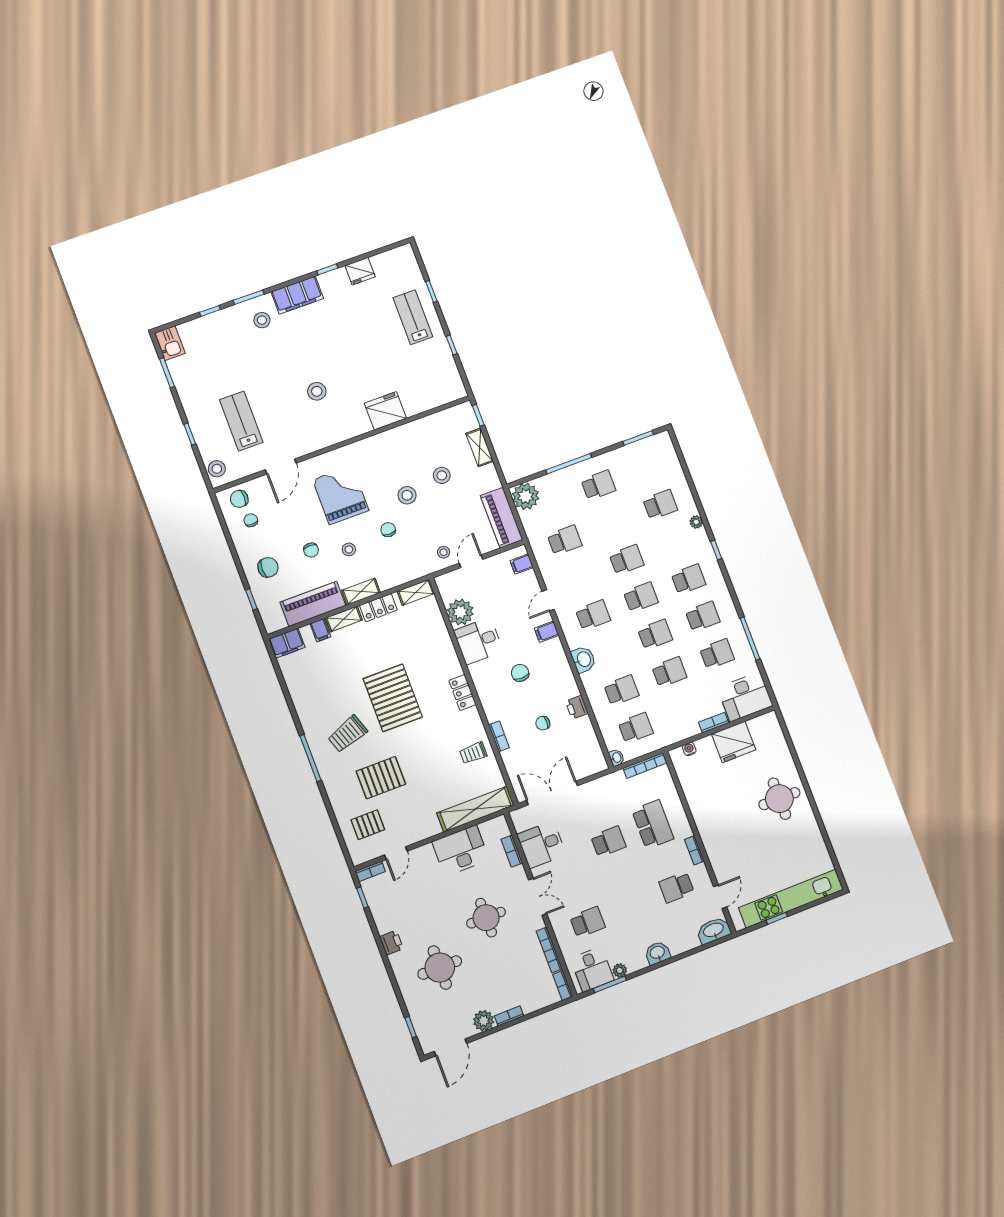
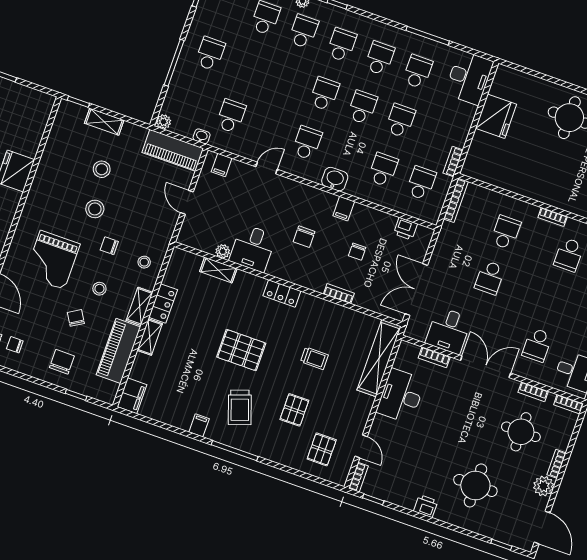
grand piano: (341, 495) -> (52, 260), turned -90
plant: (526, 496) -> (164, 122), width x0.53, depth x0.53
chair: (311, 550) -> (76, 318), turned -121
stool: (444, 552) -> (144, 262), moved
school desk: (627, 560) -> (303, 31), moved
shelving: (416, 592) -> (218, 270), moved, turned 90
door: (548, 600) -> (267, 168), swing flipped
plant: (460, 612) -> (223, 251), width x0.53, depth x0.53
filing cabinet: (320, 630) -> (199, 425), moved, turned -90
filing cabinet: (547, 632) -> (344, 209), moved
chair: (520, 673) -> (304, 237), turned -90
pallet: (393, 698) -> (241, 350), width x0.73, depth x0.71
printer: (577, 707) -> (406, 229), moved
bookcase: (714, 722) -> (453, 161), moved
water cooler: (689, 749) -> (472, 155), removed
trolley: (473, 753) -> (314, 358), moved, turned -90
washbasin: (616, 758) -> (202, 136), moved
pallet: (381, 778) -> (294, 410), width x0.67, depth x0.71
school desk: (653, 824) -> (506, 232), width x0.54
school desk: (608, 842) -> (490, 278), turned 180
double door: (538, 897) -> (486, 367), width x1.37
round table: (486, 918) -> (521, 432), moved
school desk: (588, 922) -> (537, 345), turned 180
bookcase: (549, 950) -> (533, 392), width x0.64

